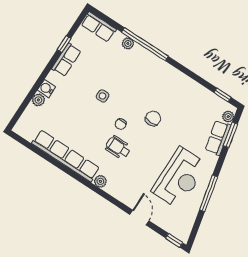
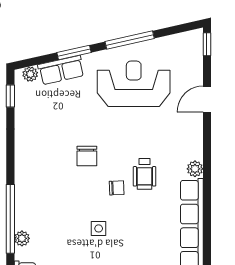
chair: (153, 118) -> (87, 156), turned -90
window: (231, 135) -> (74, 52), moved

